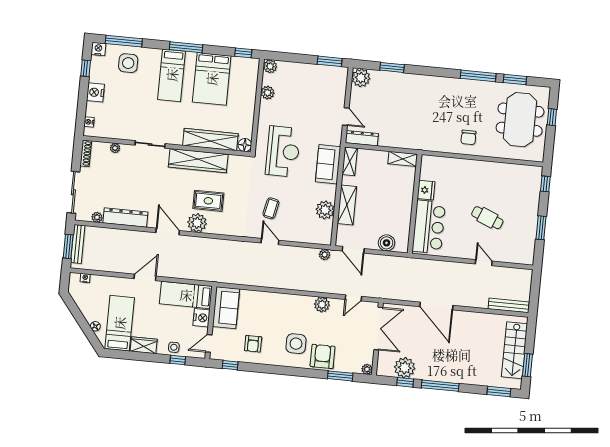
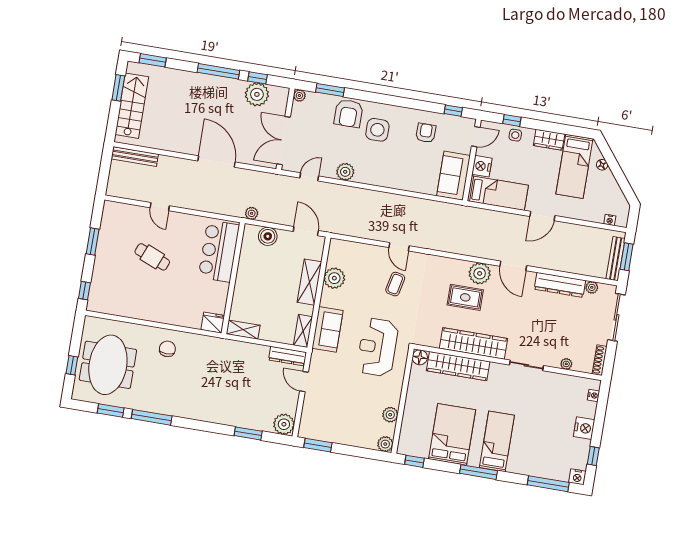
side table: (128, 63) -> (545, 459), removed
fridge: (426, 190) -> (213, 323), moved, turned 90
plant: (325, 255) -> (252, 213), moved

